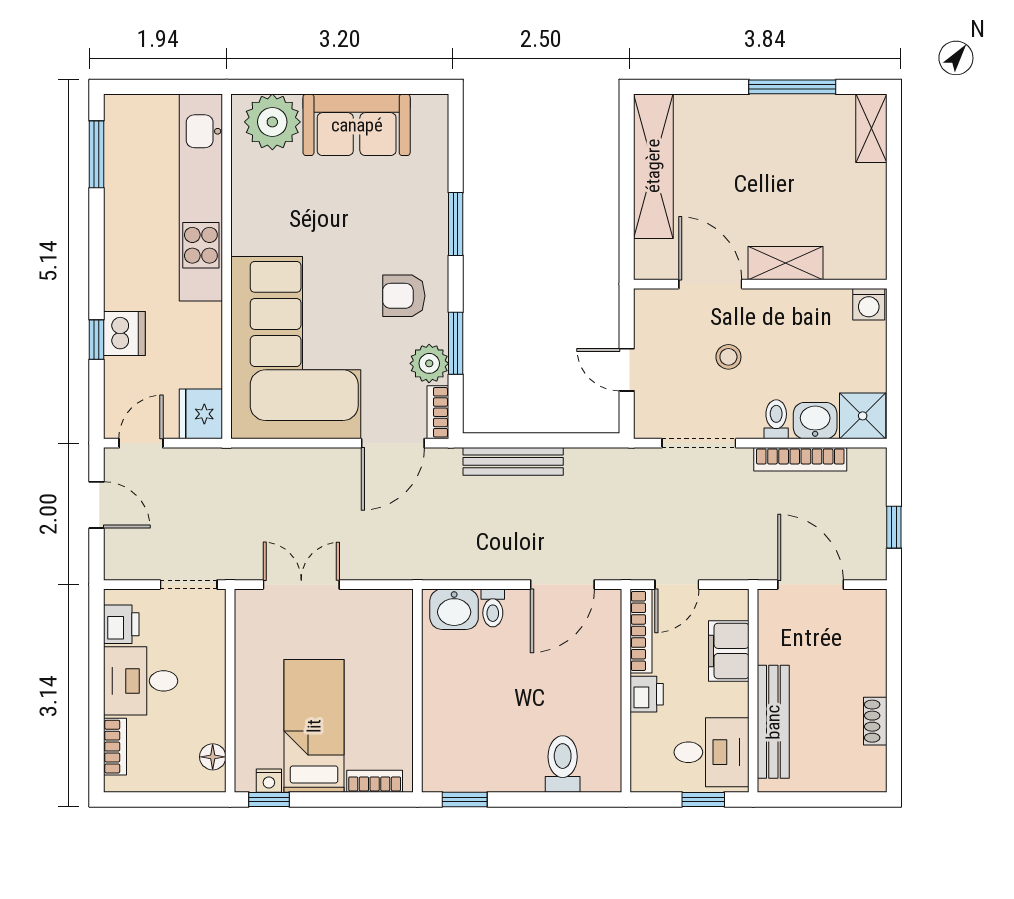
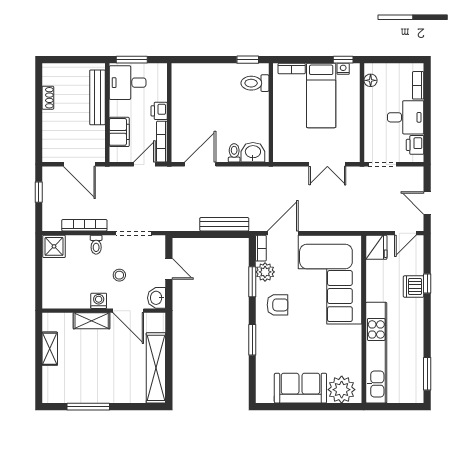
shelving: (871, 128) -> (50, 349), moved
washing machine: (869, 304) -> (99, 301), moved
washbasin: (815, 421) -> (157, 298), moved, turned 90
toilet: (563, 764) -> (255, 83), moved, turned 90
window: (703, 799) -> (132, 60), width x1.50

